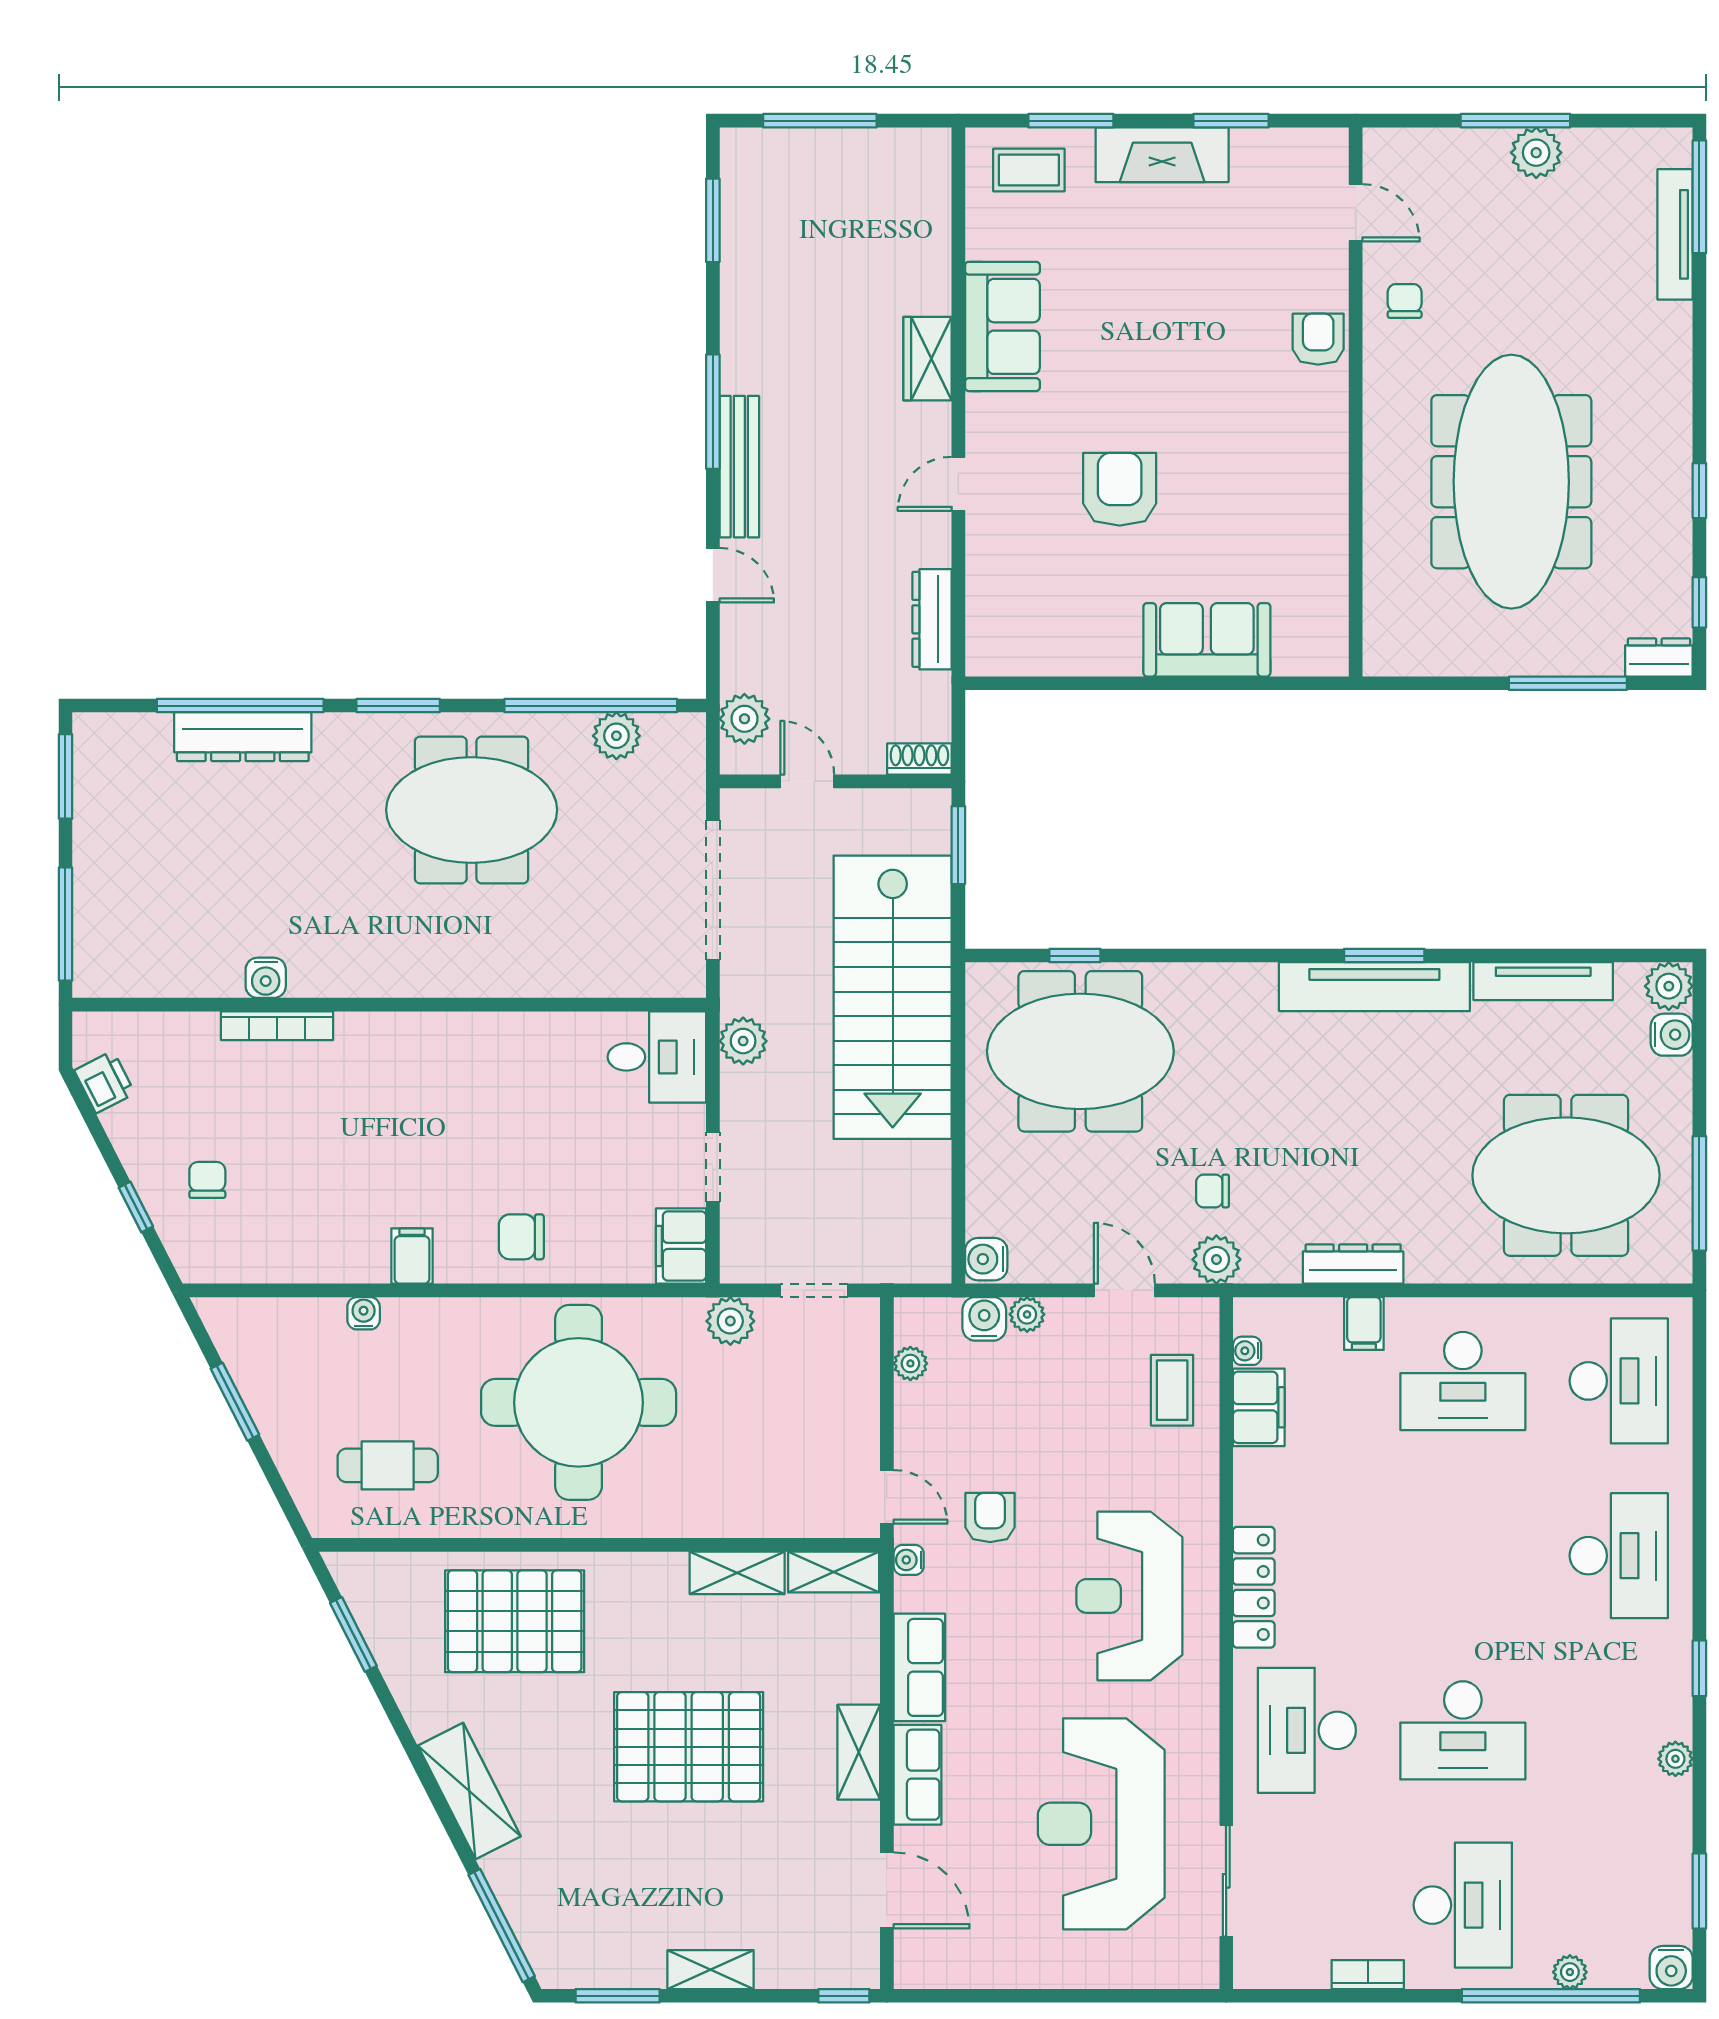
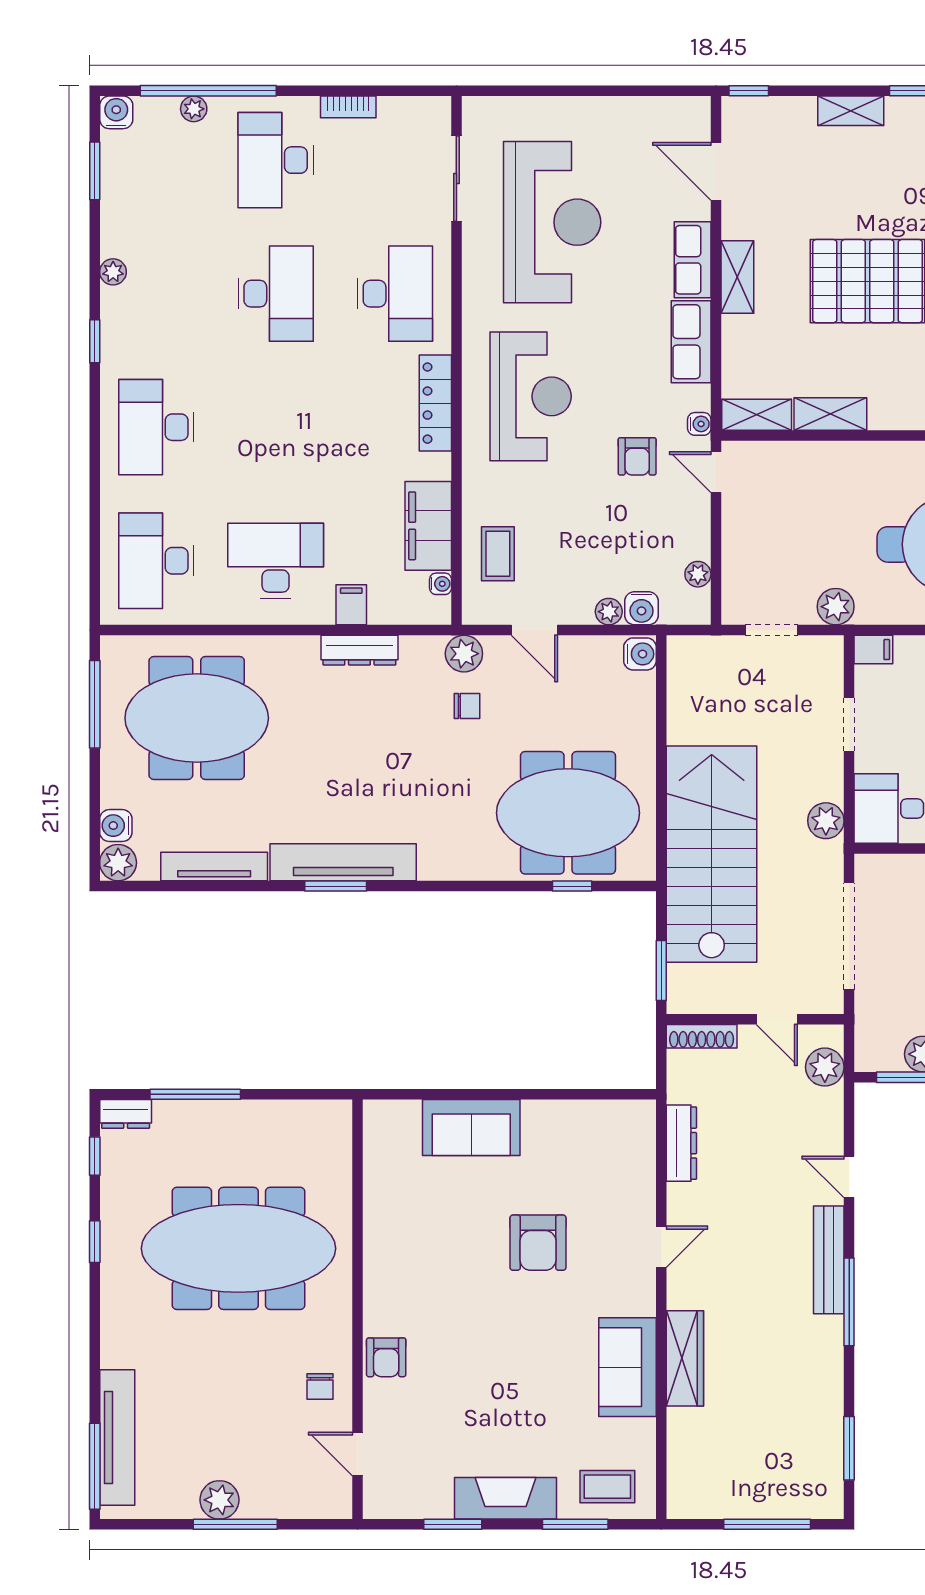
tv unit: (1675, 234) -> (117, 1437), width x1.36, depth x1.29
wardrobe: (927, 359) -> (685, 1358), width x1.50
meeting table: (1511, 482) -> (239, 1248), turned 90
shoe rack: (919, 759) -> (702, 1036), width x1.43
filing cabinet: (681, 1246) -> (873, 650), width x0.50
filing cabinet: (1259, 1407) -> (428, 526), width x1.50, depth x1.17
desk: (1463, 1730) -> (276, 294), turned 90

